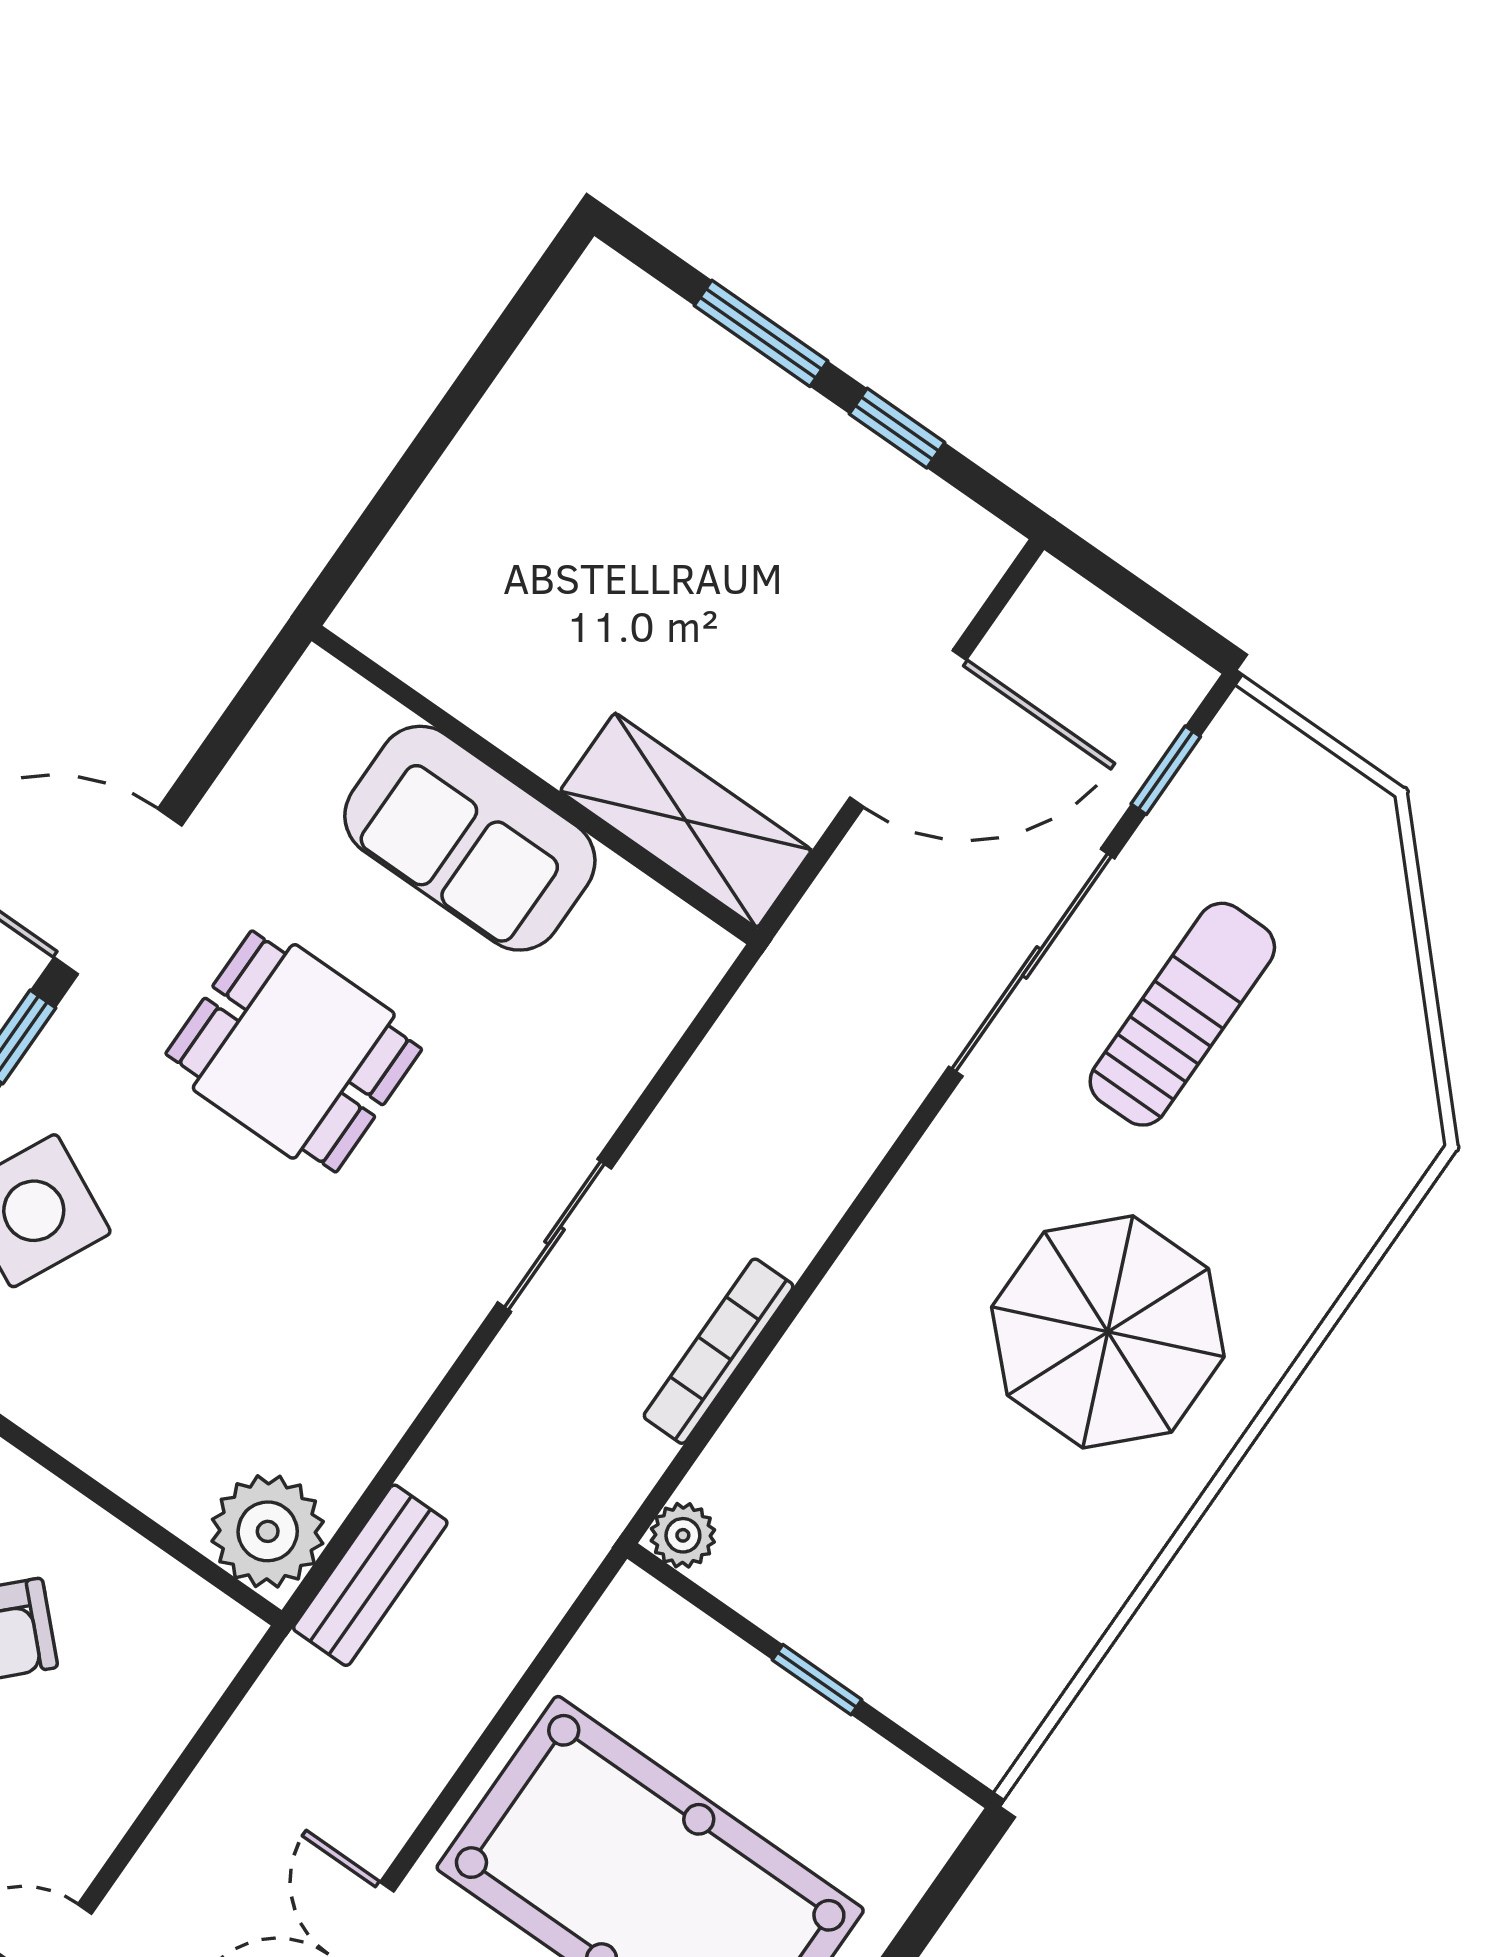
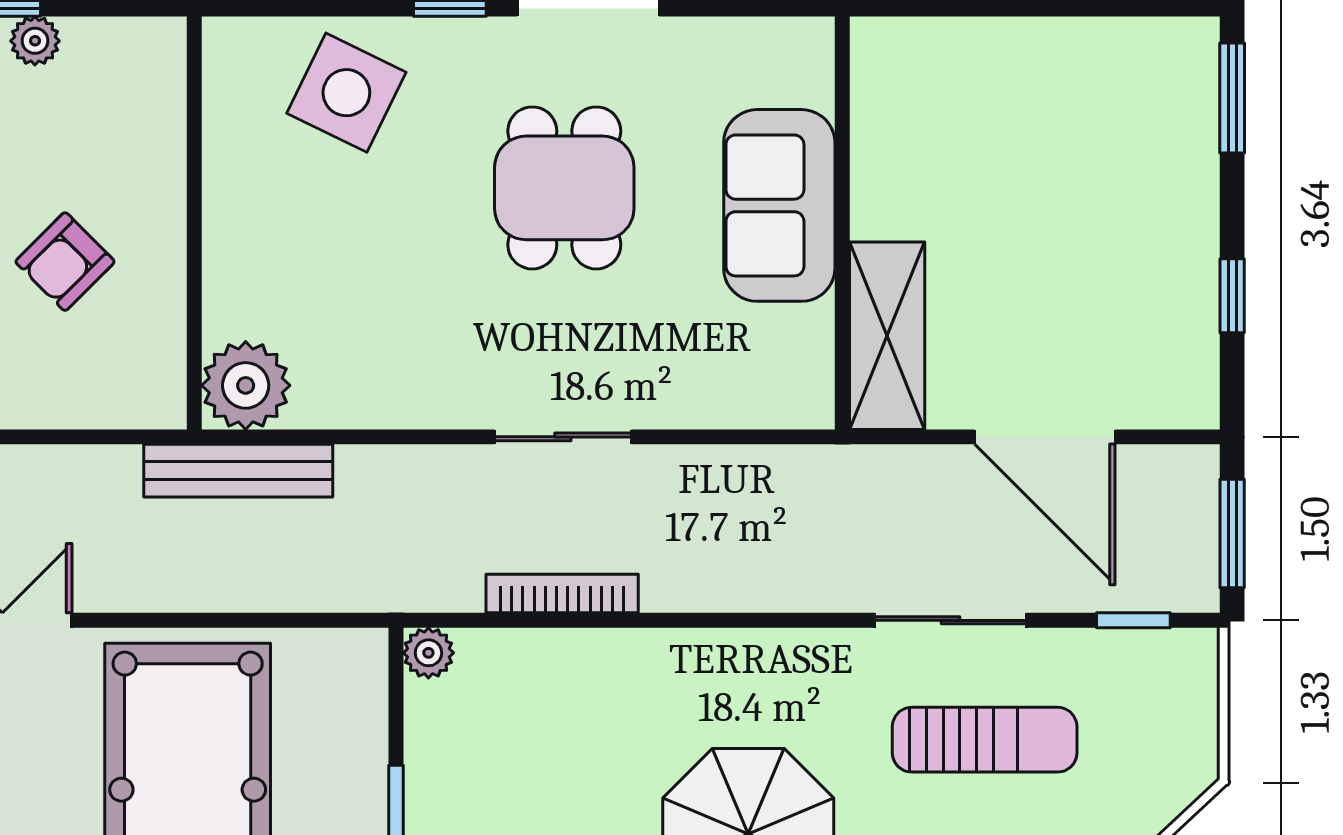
window: (761, 333) -> (1232, 98), moved
window: (1147, 603) -> (1232, 533), added
sliding door: (1032, 963) -> (950, 620), width x0.73
bench: (370, 1575) -> (238, 471), width x1.36

